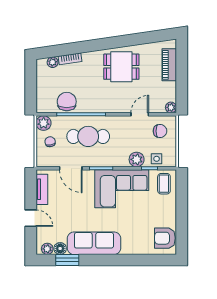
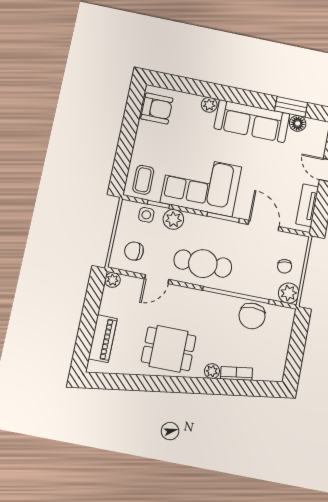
plant: (53, 62) -> (212, 371), moved
cafe table: (88, 136) -> (203, 264), moved
plant: (47, 249) -> (209, 105), moved

